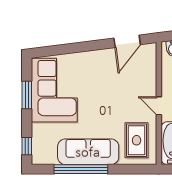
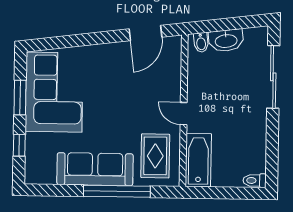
window: (27, 146) -> (19, 145), moved
window: (81, 169) -> (117, 191), moved

